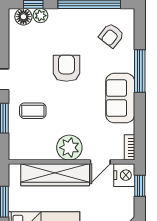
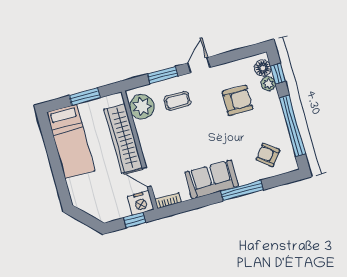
armchair: (66, 68) -> (238, 100), moved
coffee table: (33, 111) -> (177, 101), turned 90
plant: (69, 148) -> (142, 107), moved

